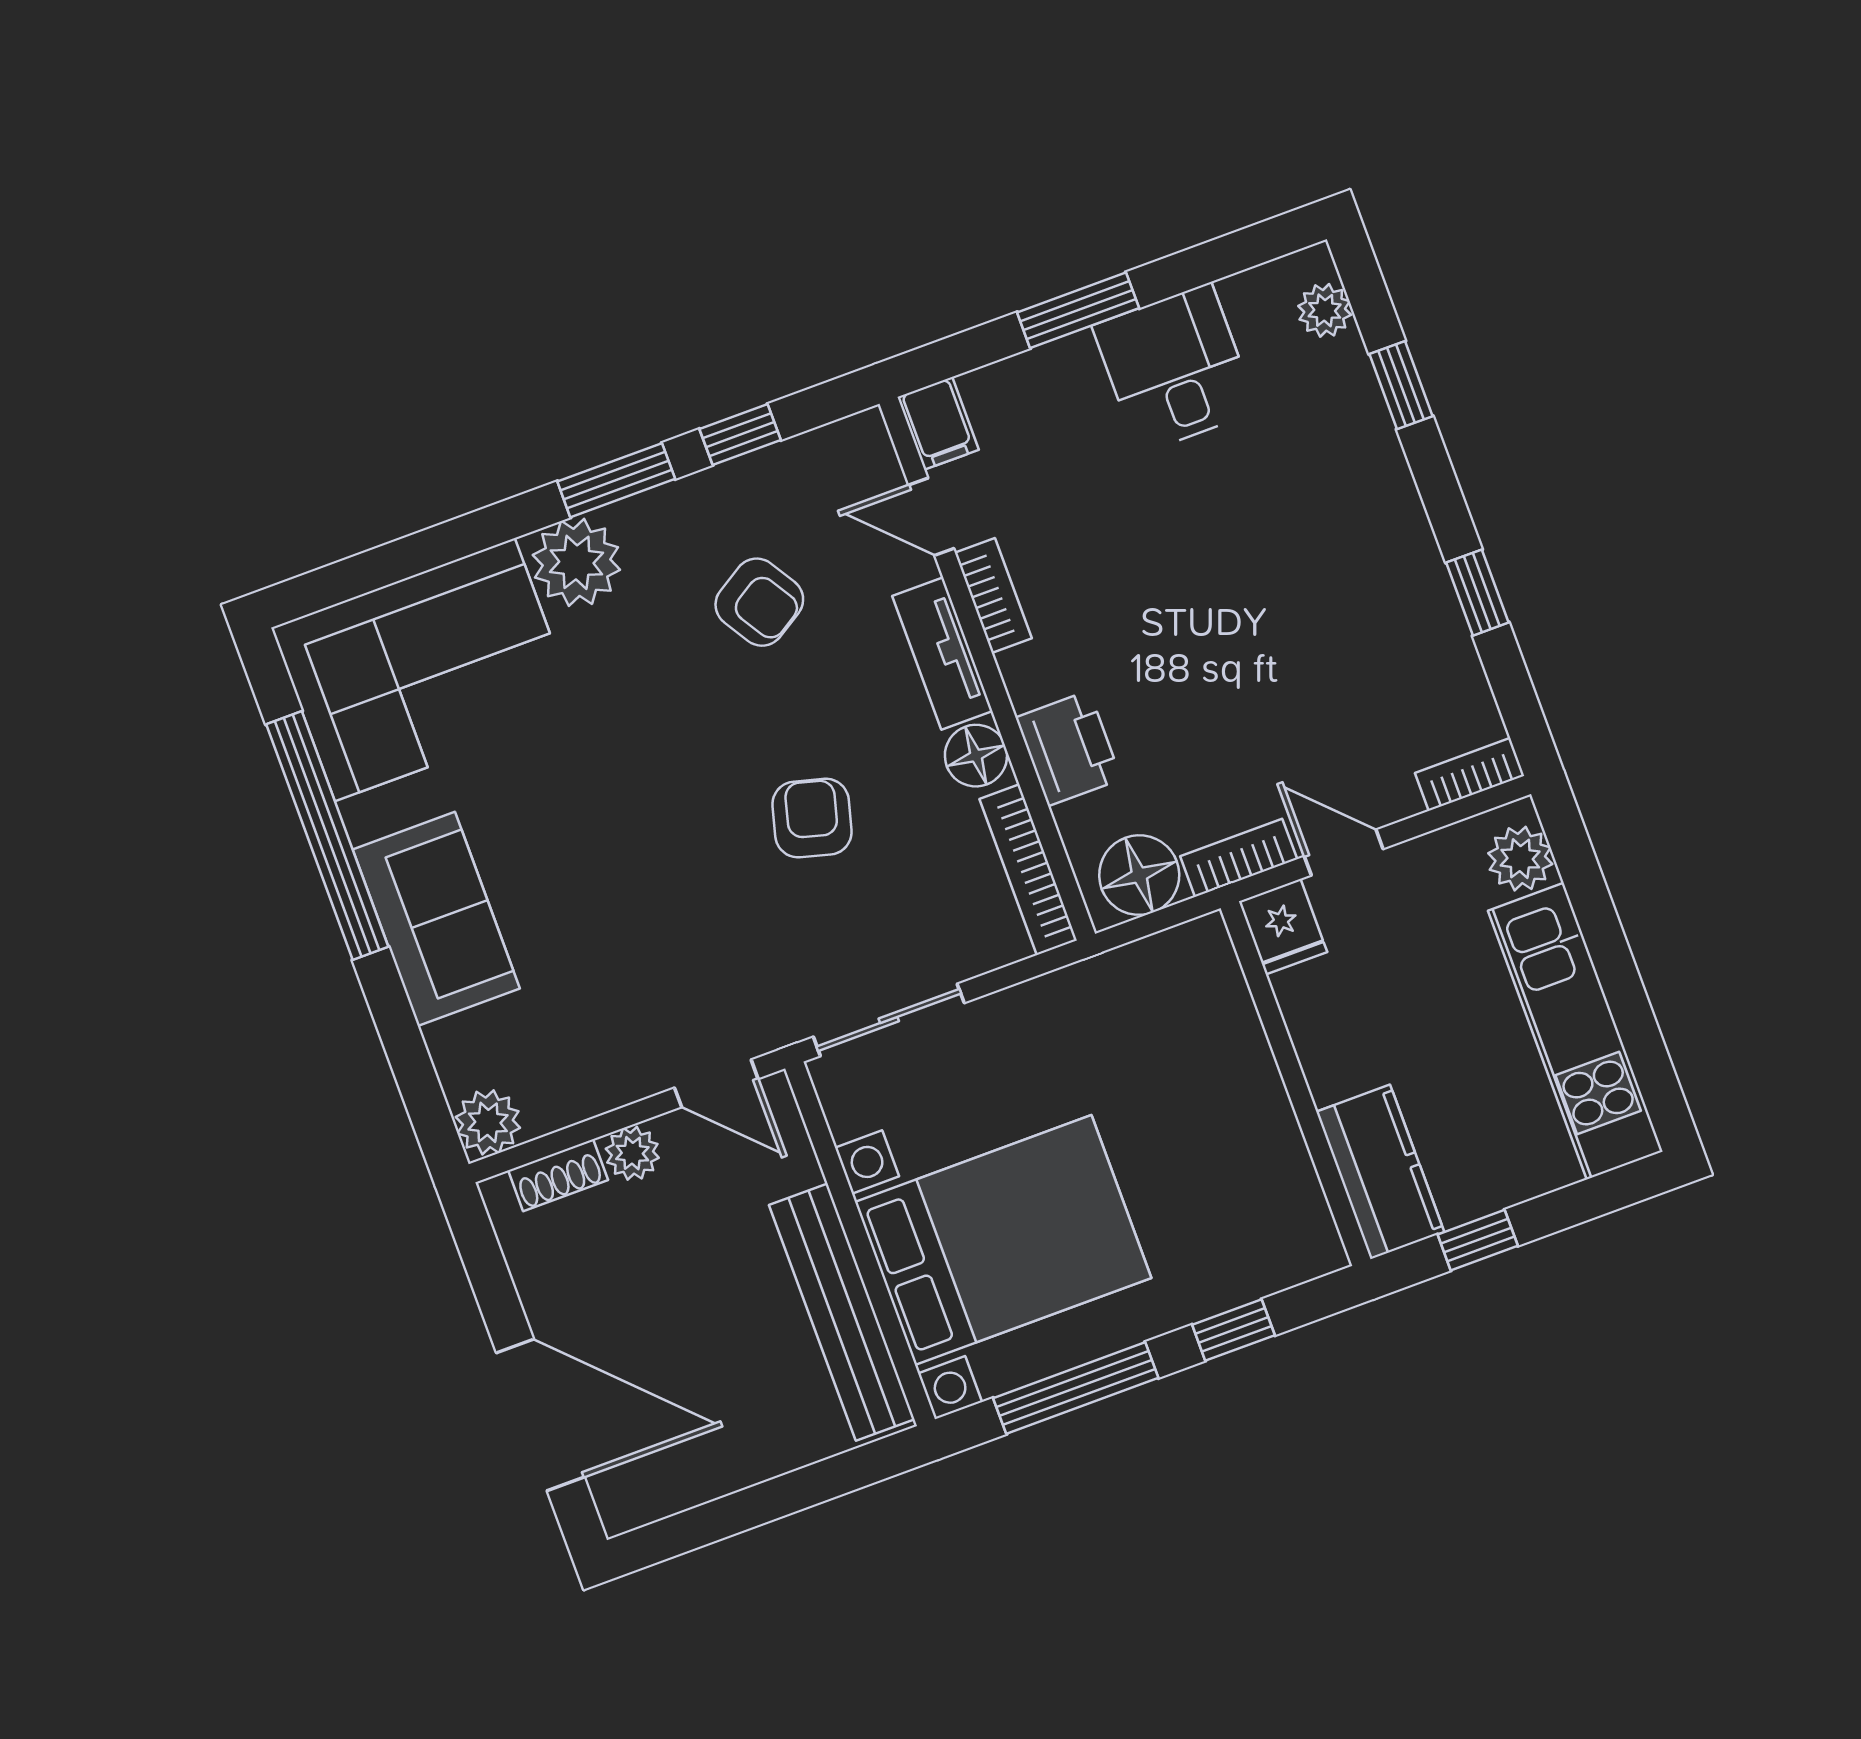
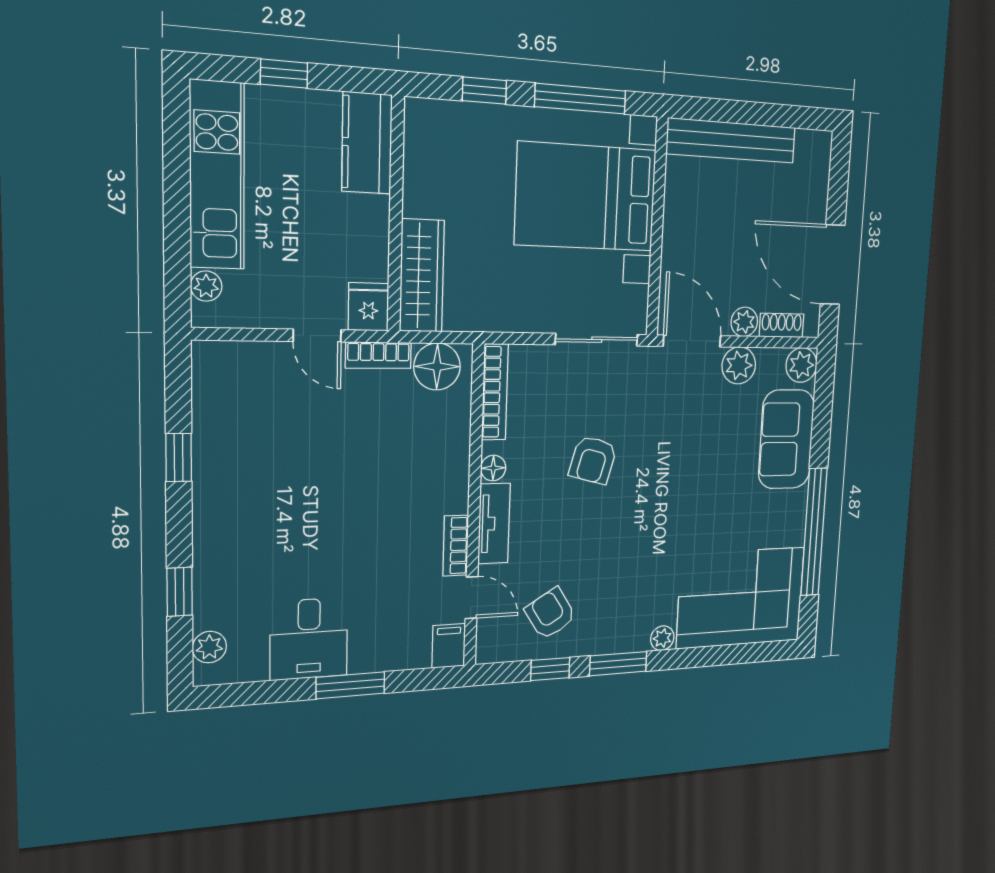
plant: (576, 562) -> (662, 638), width x0.53, depth x0.53
armchair: (759, 602) -> (550, 614), moved
printer: (1068, 748) -> (448, 450), removed
floor lamp: (976, 756) -> (493, 468), width x0.73, depth x0.73
bookcase: (1470, 774) -> (224, 353), removed
plant: (1520, 859) -> (206, 286), width x0.73, depth x0.73
sofa: (436, 919) -> (786, 439), moved
wardrobe: (1219, 1007) -> (422, 276), added
plant: (610, 1076) -> (739, 365), added
door: (716, 1083) -> (692, 341), width x1.38
window: (1478, 1240) -> (284, 74), moved
bench: (842, 1312) -> (731, 141), moved, turned 90
door: (540, 1415) -> (833, 265), moved

